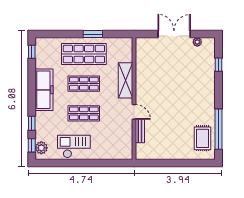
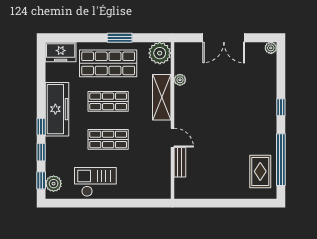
double door: (174, 34) -> (224, 38), swing flipped
plant: (197, 42) -> (271, 48), moved
freezer: (47, 45) -> (61, 52), added
plant: (124, 46) -> (160, 53), added
window: (32, 52) -> (41, 127), moved
window: (219, 65) -> (281, 107), moved
plant: (140, 67) -> (180, 80), added

